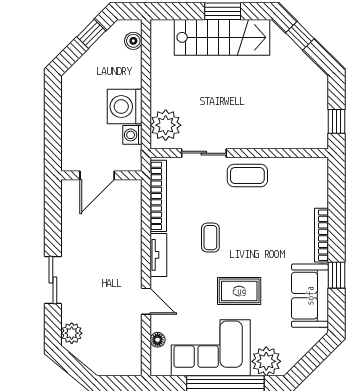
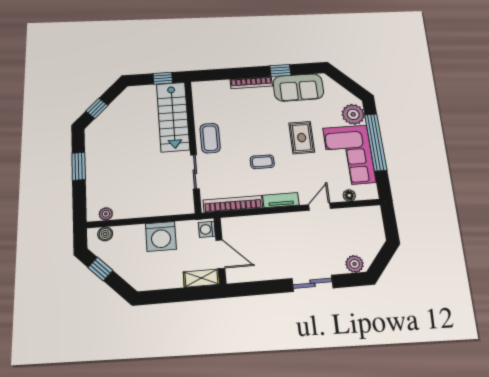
stairs: (222, 37) -> (173, 117), moved, turned 180
plant: (166, 125) -> (106, 214), moved, width x0.53, depth x0.53
washing machine: (132, 135) -> (207, 229), moved, turned 90
shelving: (70, 151) -> (201, 278), added

